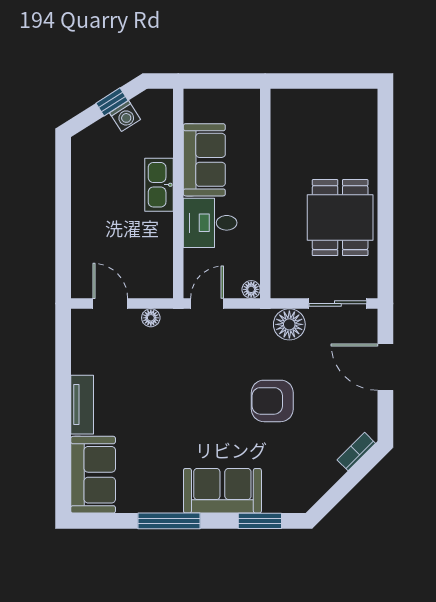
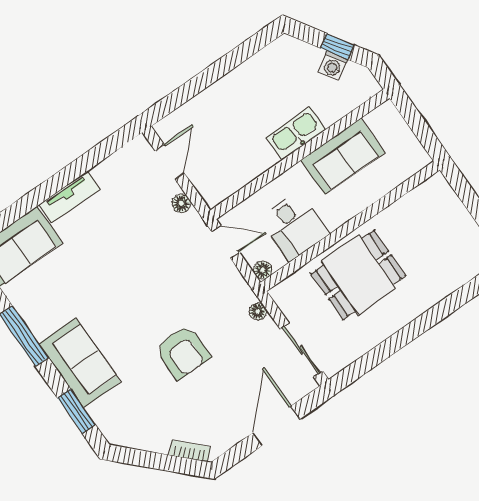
dining table: (340, 218) -> (358, 275), moved
desk: (210, 223) -> (294, 226), moved, turned 180
floor lamp: (289, 324) -> (258, 311), width x0.53, depth x0.53
armchair: (272, 401) -> (183, 352), turned 180

